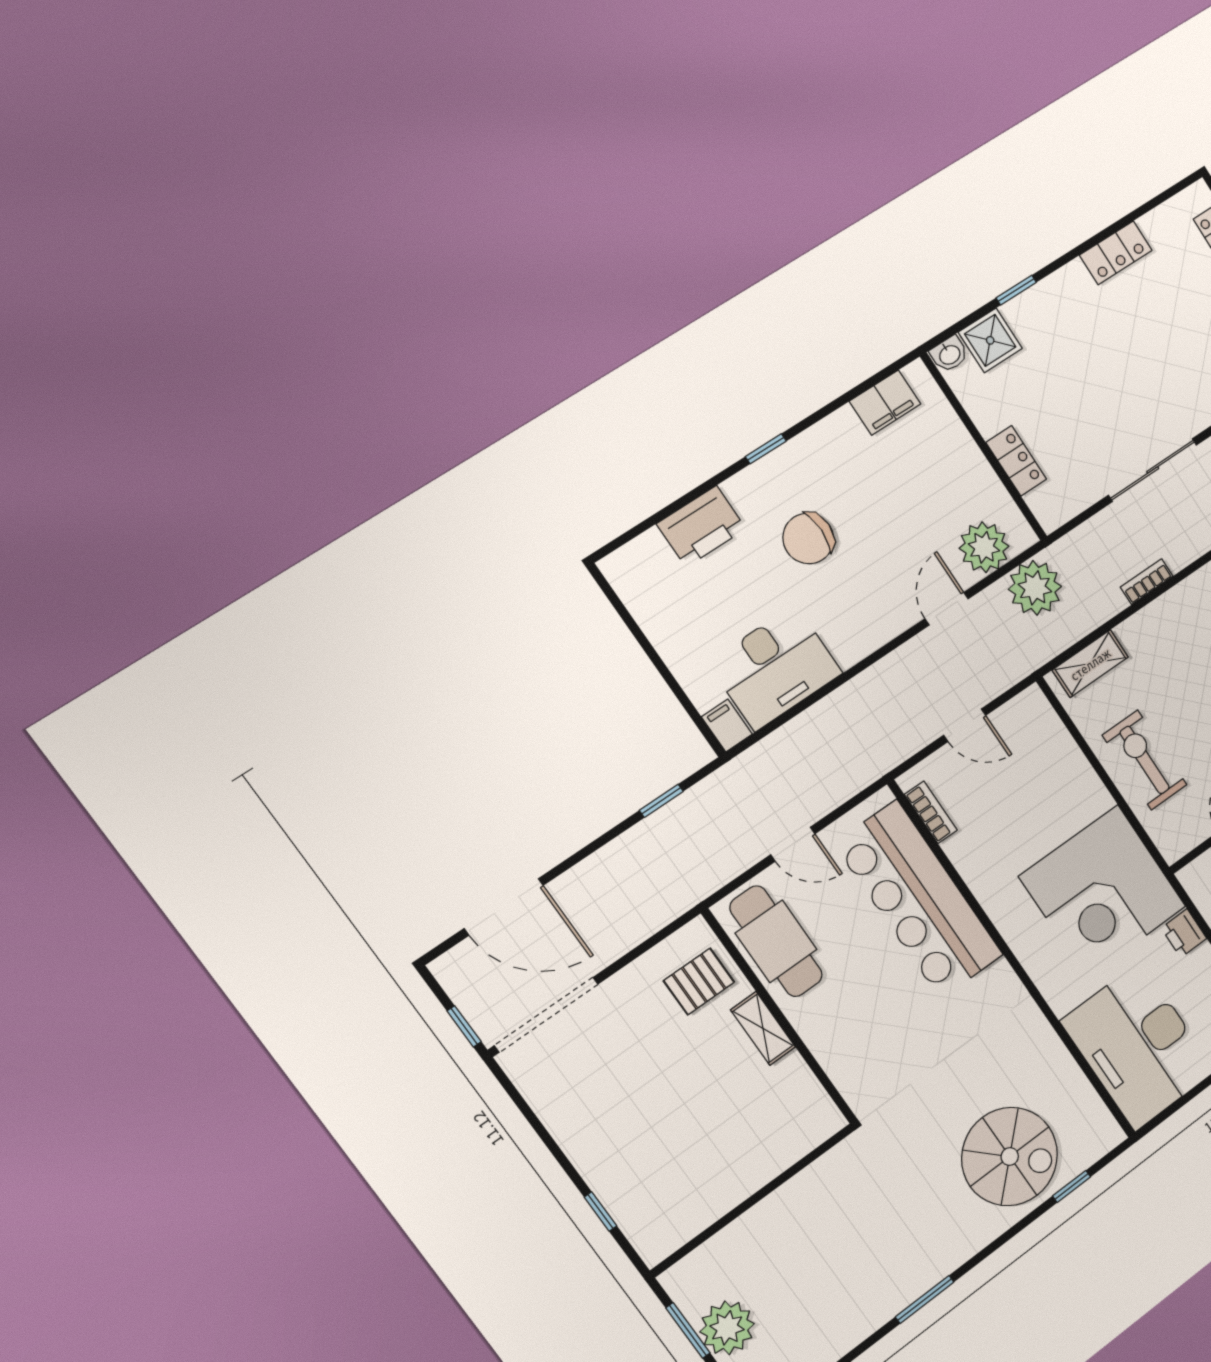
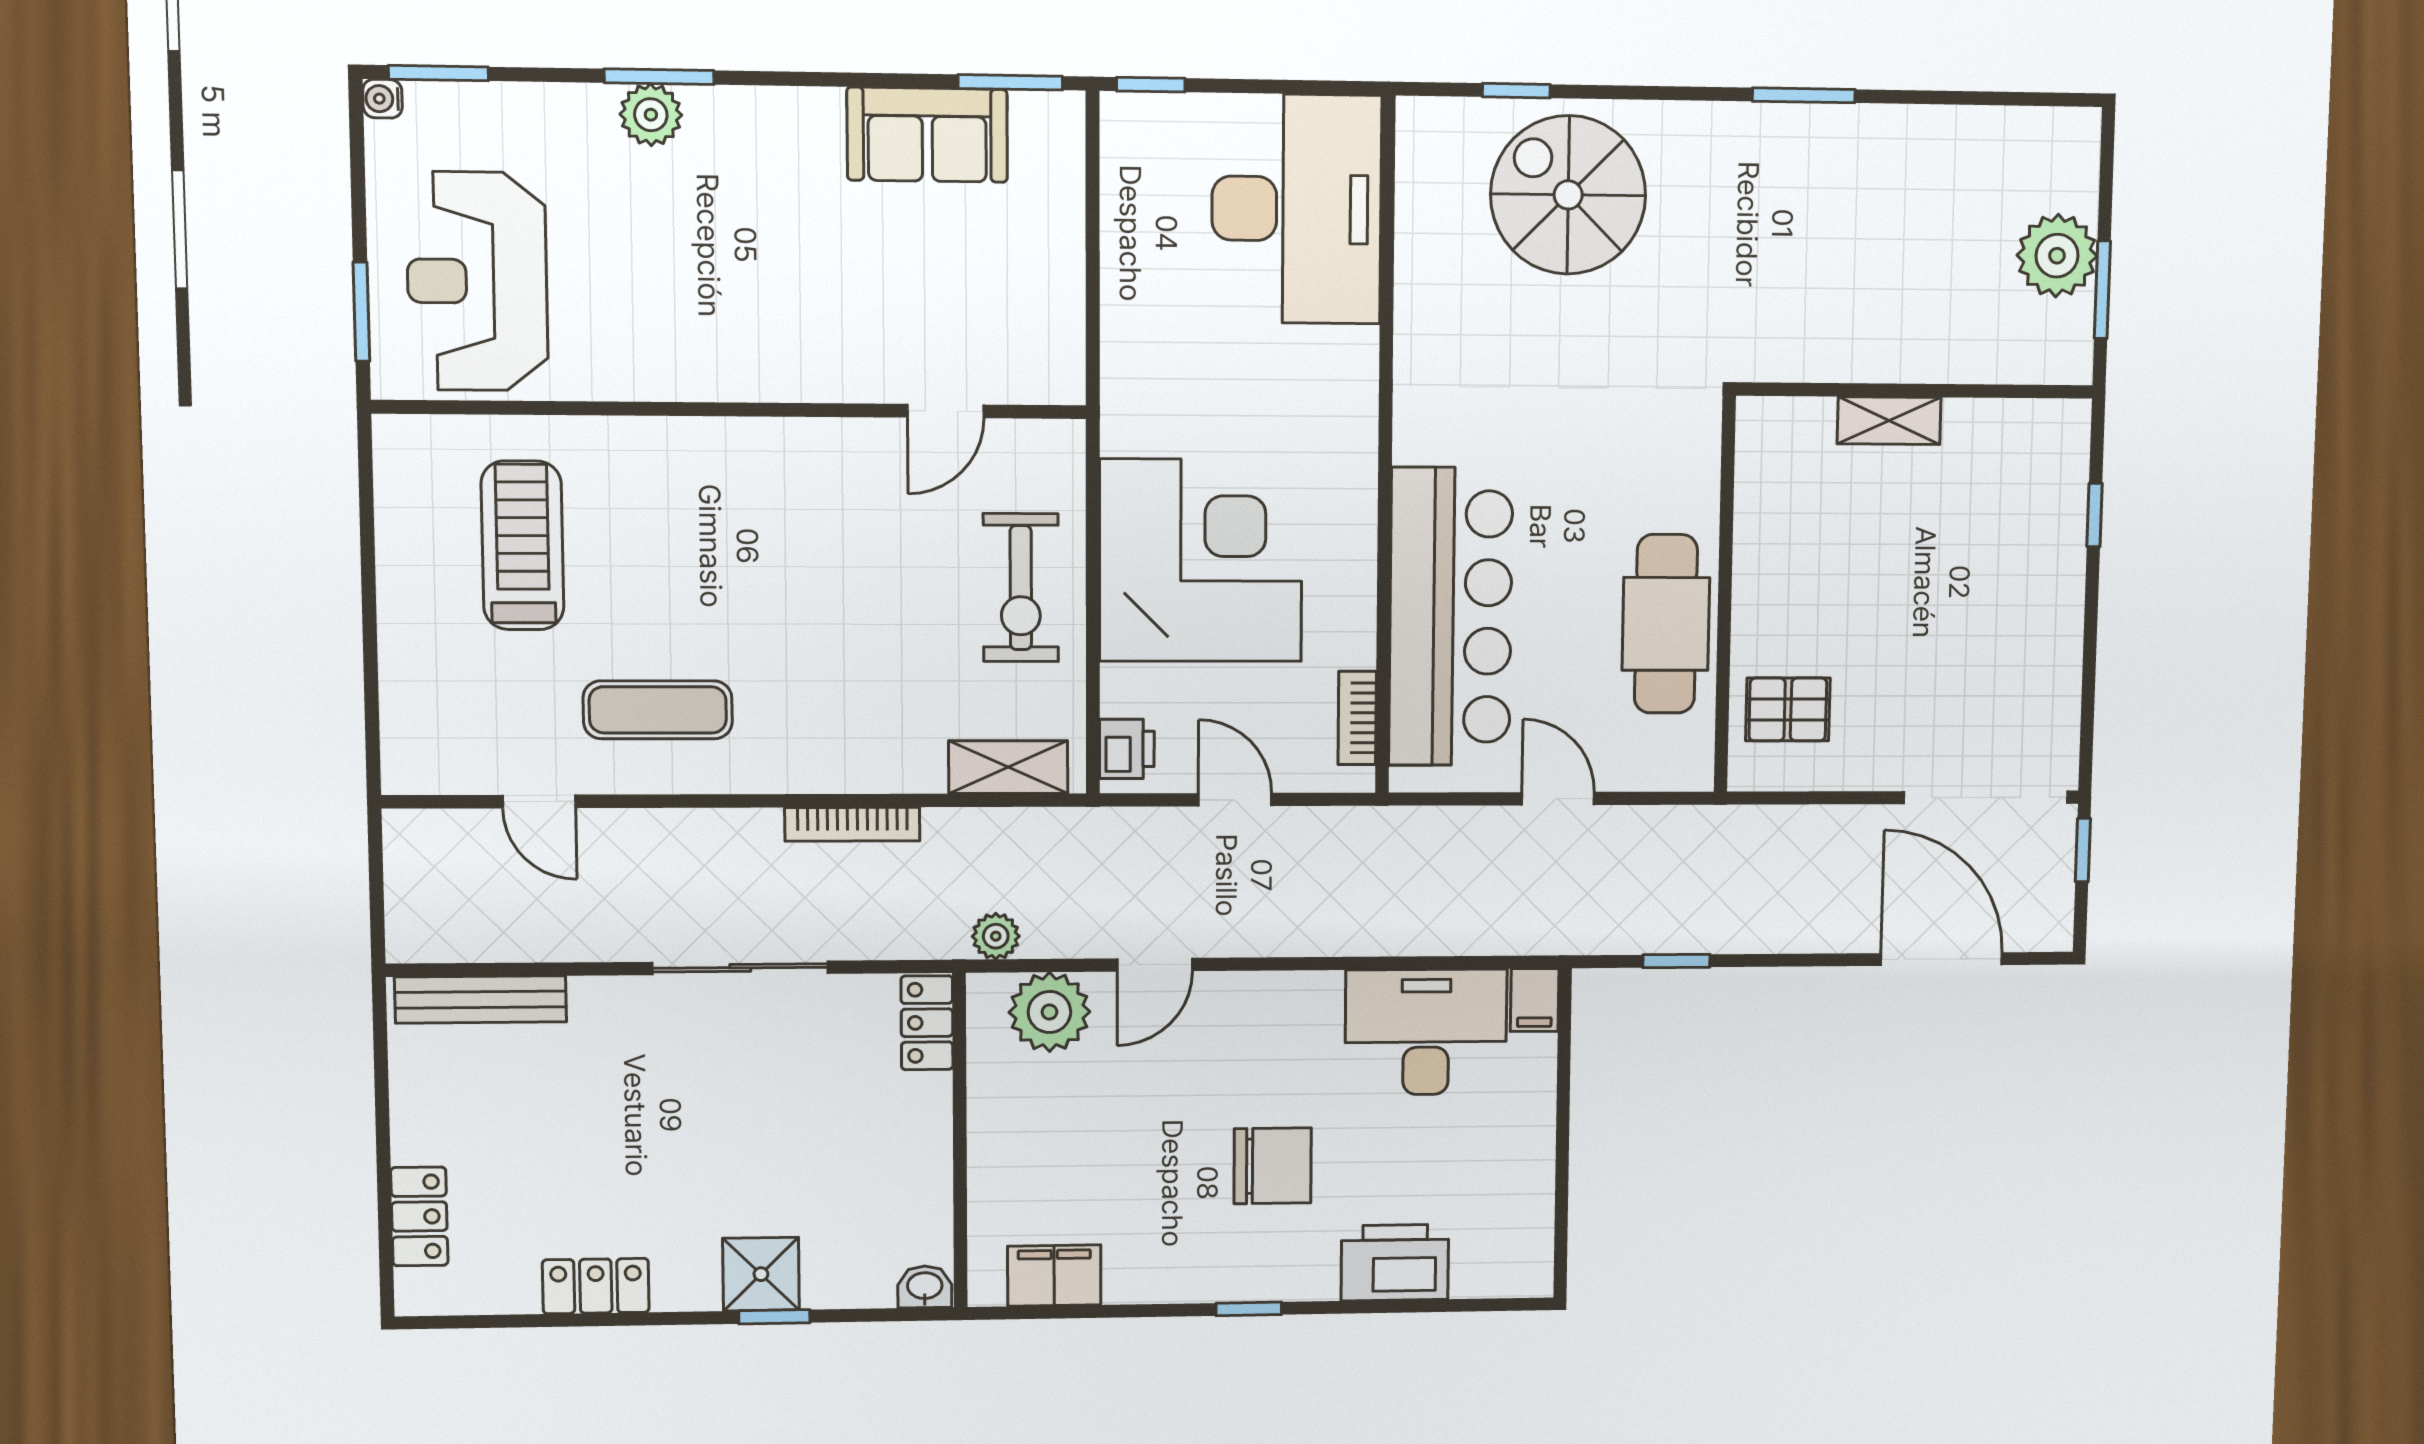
shower: (990, 340) -> (761, 1274), moved
locker: (1016, 461) -> (927, 1023), moved
bookcase: (1147, 582) -> (852, 824), width x1.56
plant: (1035, 588) -> (996, 936), width x0.53, depth x0.53
corner desk: (1103, 892) -> (1201, 561), moved
printer: (1184, 933) -> (1127, 749), moved
cafe table: (776, 941) -> (1666, 624), moved
shelving: (763, 1028) -> (1889, 421), moved, turned 90

